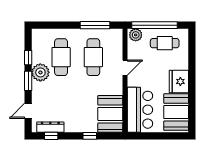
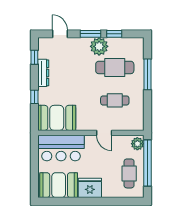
window: (95, 25) -> (147, 74), moved
cafe table: (93, 57) -> (115, 100), width x0.73, depth x0.74
dresser: (50, 127) -> (43, 73), moved

